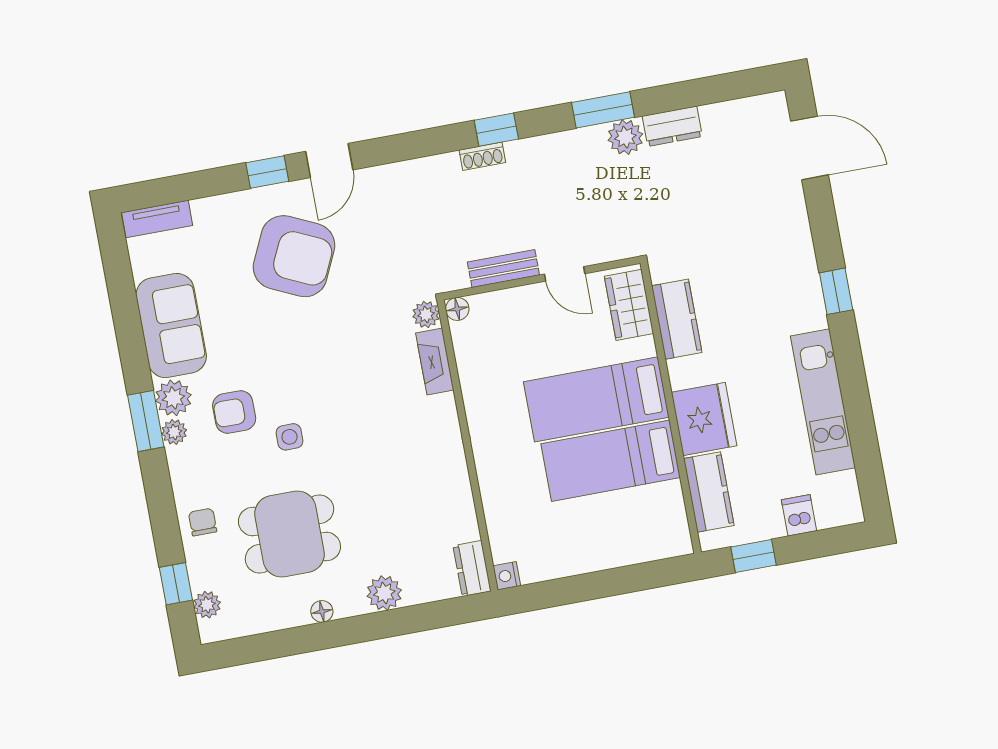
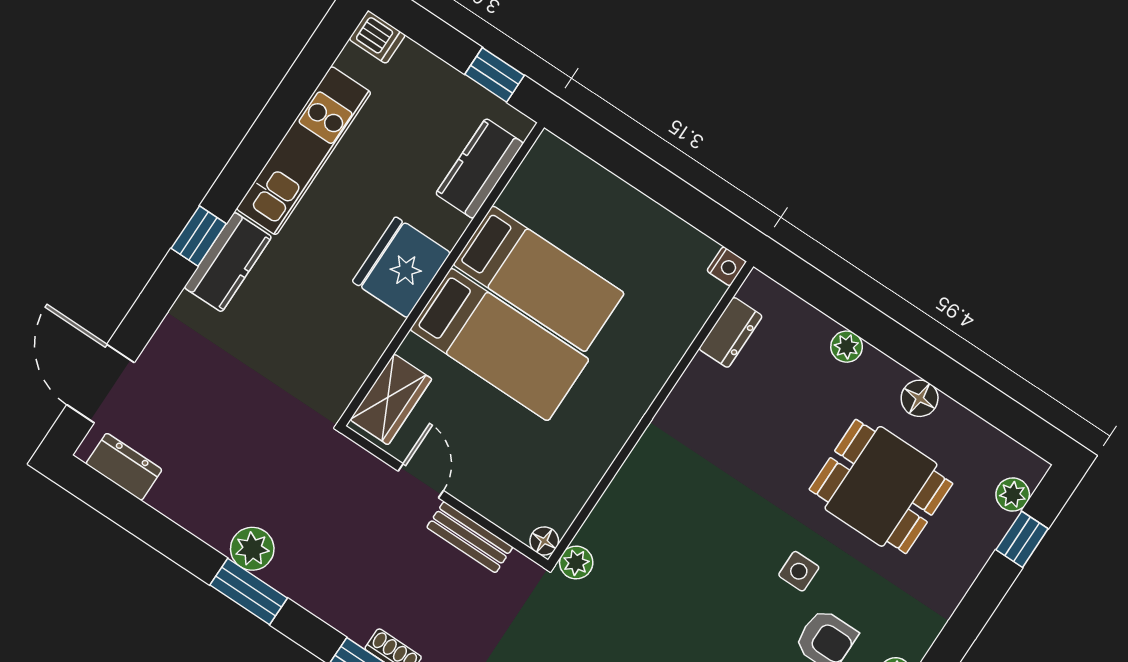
dresser: (672, 126) -> (124, 467), moved
kitchen counter: (677, 319) -> (228, 262), moved, turned 180
fireplace: (435, 362) -> (608, 514), removed
fridge: (704, 419) -> (401, 267), moved
dishwasher: (799, 515) -> (377, 37), moved, turned -90
chair: (203, 522) -> (947, 570), removed
dresser: (472, 568) -> (731, 332), moved
plant: (384, 593) -> (847, 347), width x0.73, depth x0.73
floor lamp: (322, 611) -> (920, 398), width x1.37, depth x1.37

